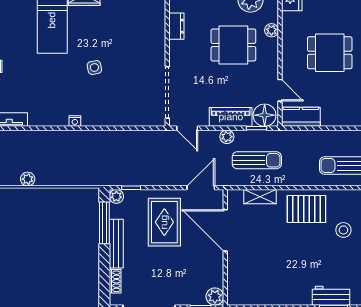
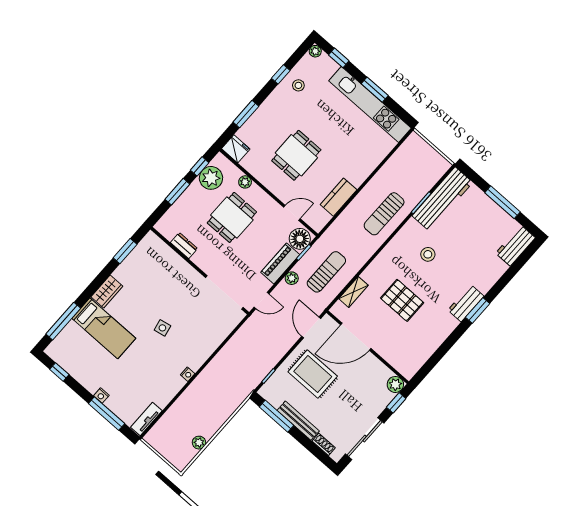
kitchen counter: (301, 117) -> (339, 197), moved
plant: (116, 196) -> (265, 392), removed
pallet: (306, 209) -> (402, 300), moved, turned 90

